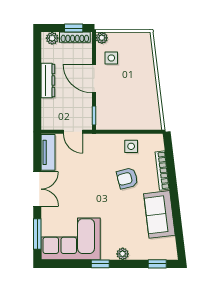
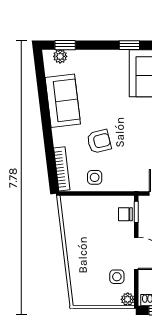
chair: (104, 113) -> (125, 214), added
bookcase: (162, 171) -> (62, 169), moved
plant: (123, 254) -> (60, 56), moved

